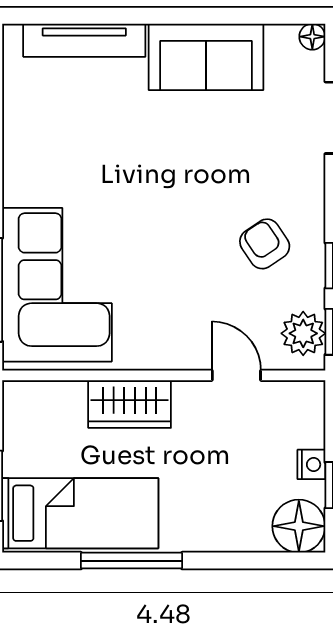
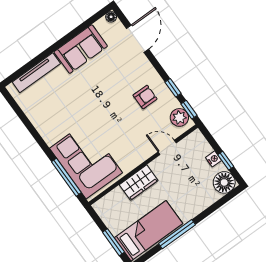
armchair: (265, 244) -> (145, 97), turned 124

